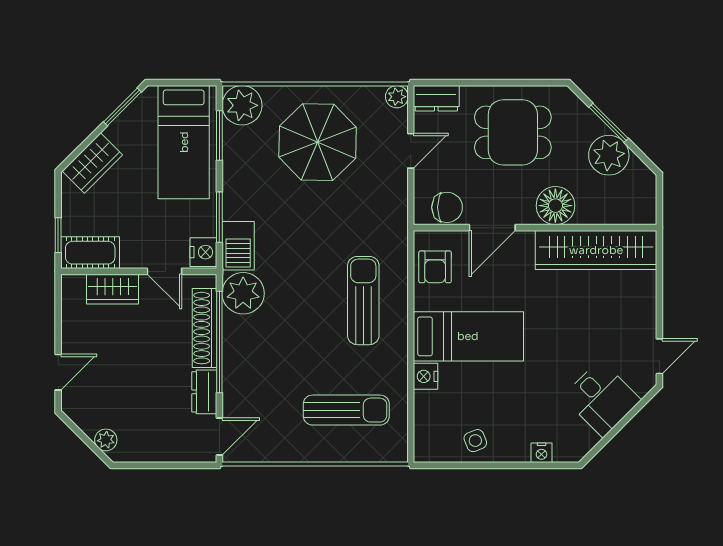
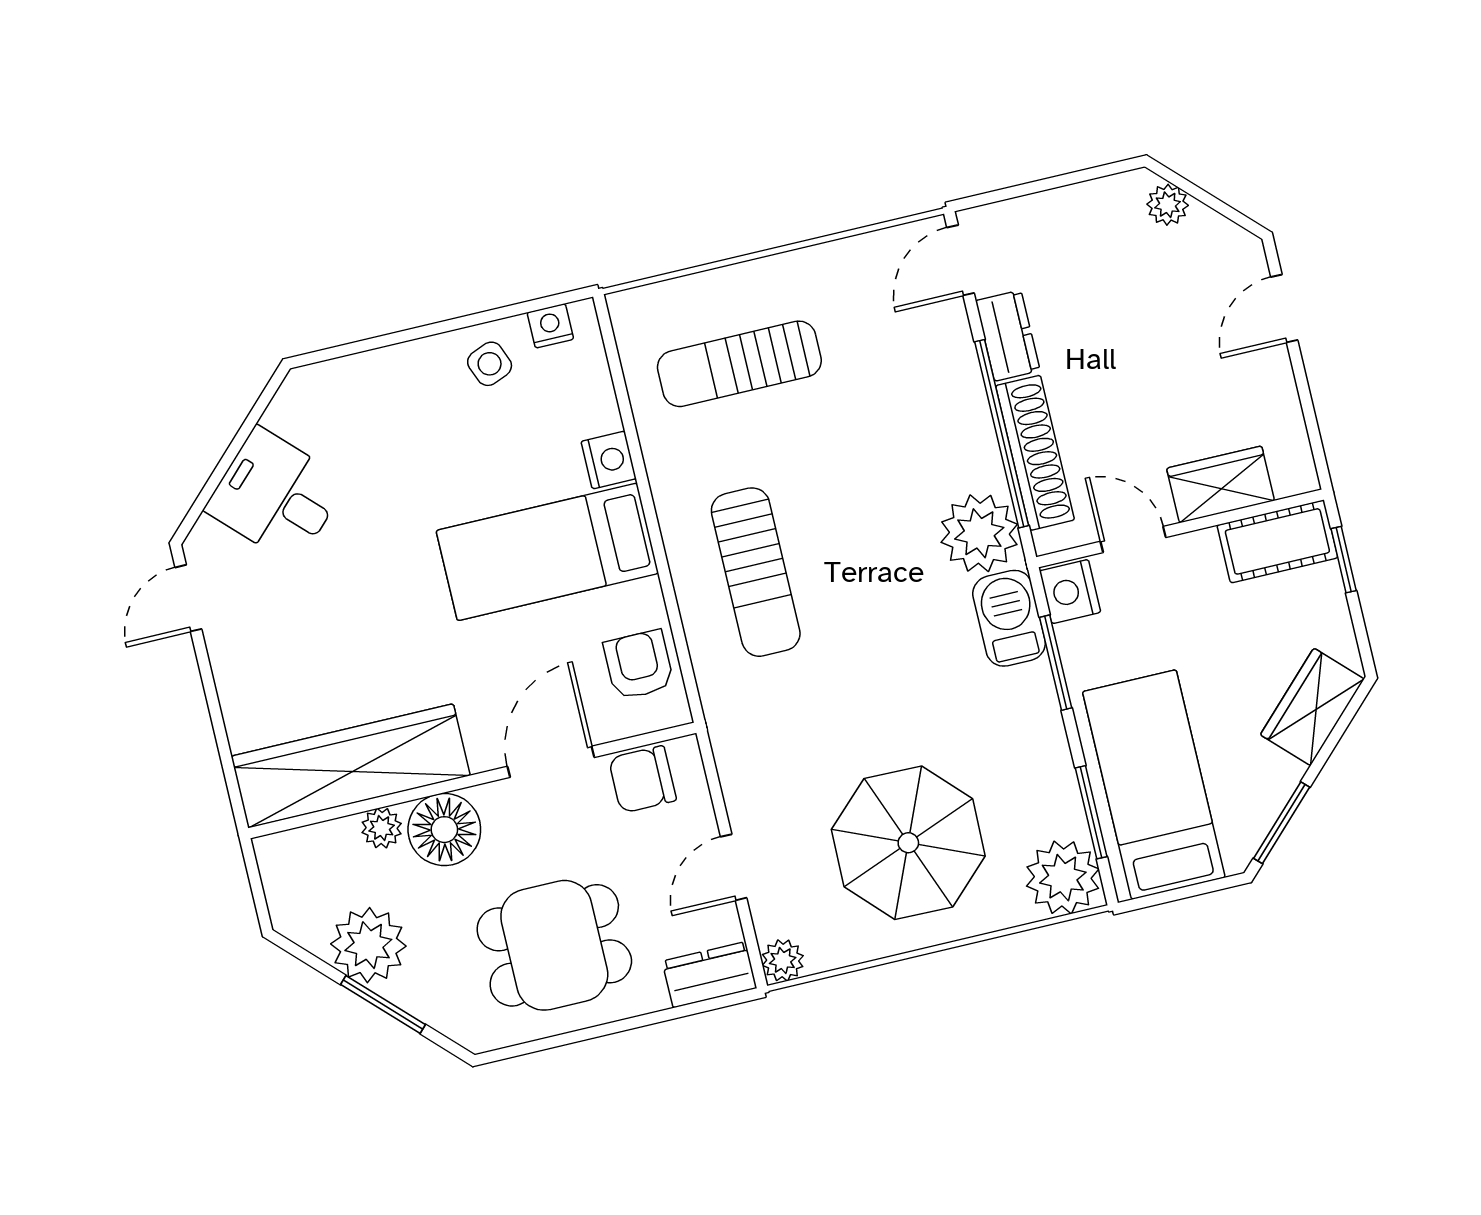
plant: (588, 214) -> (382, 828), added
nightstand: (541, 453) -> (550, 326), moved

